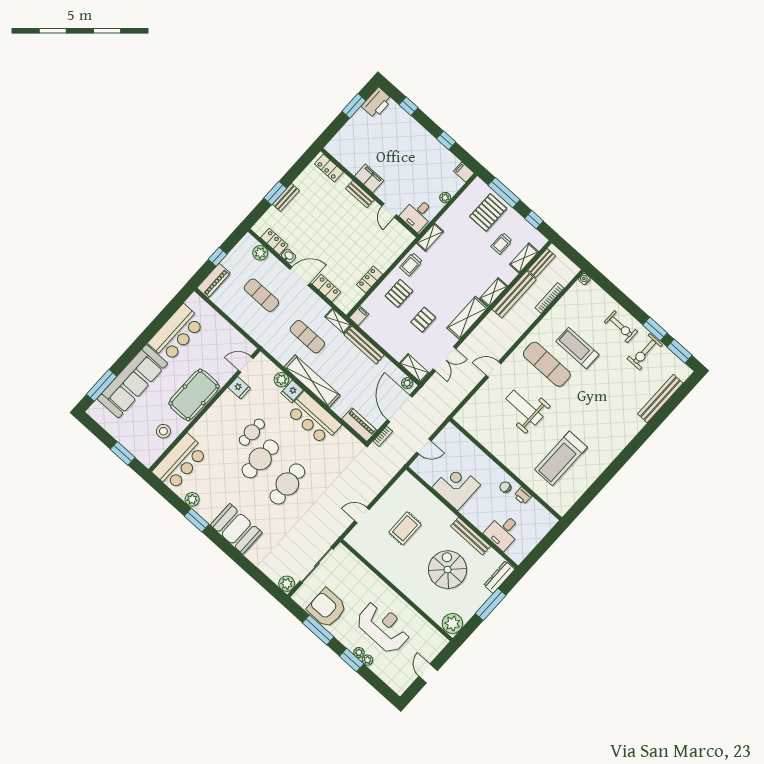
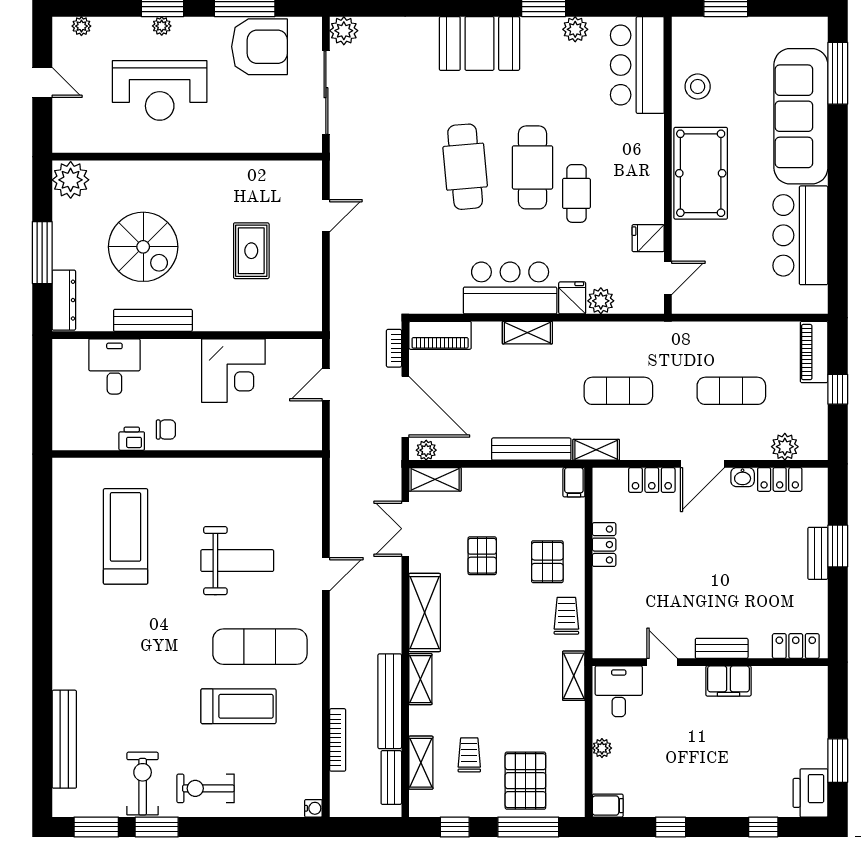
shelving: (312, 381) -> (527, 333), width x0.45, depth x0.75
plant: (367, 660) -> (81, 26), moved

